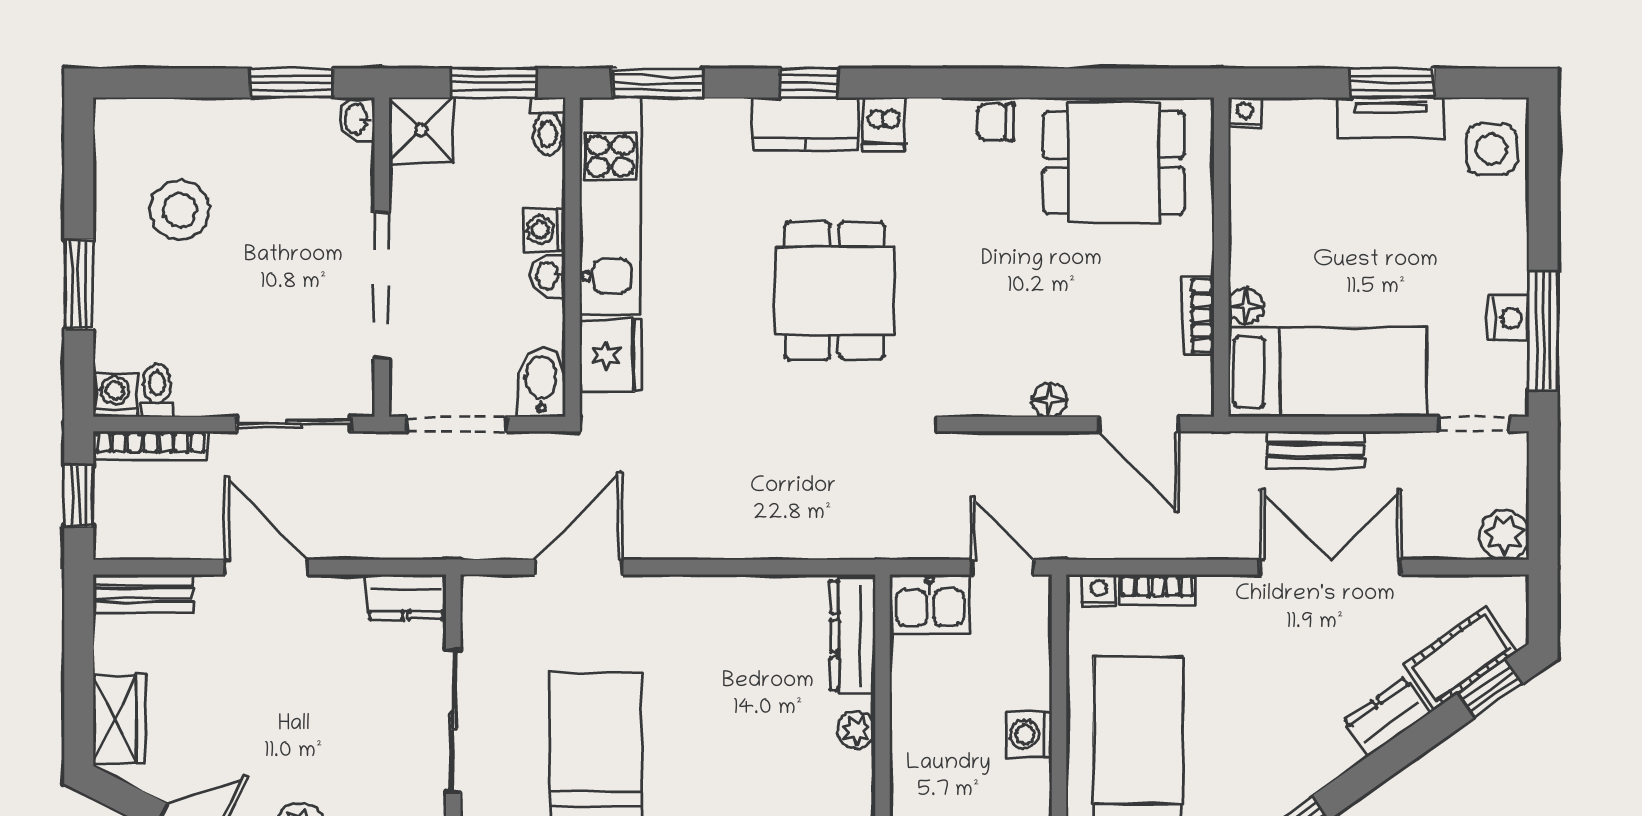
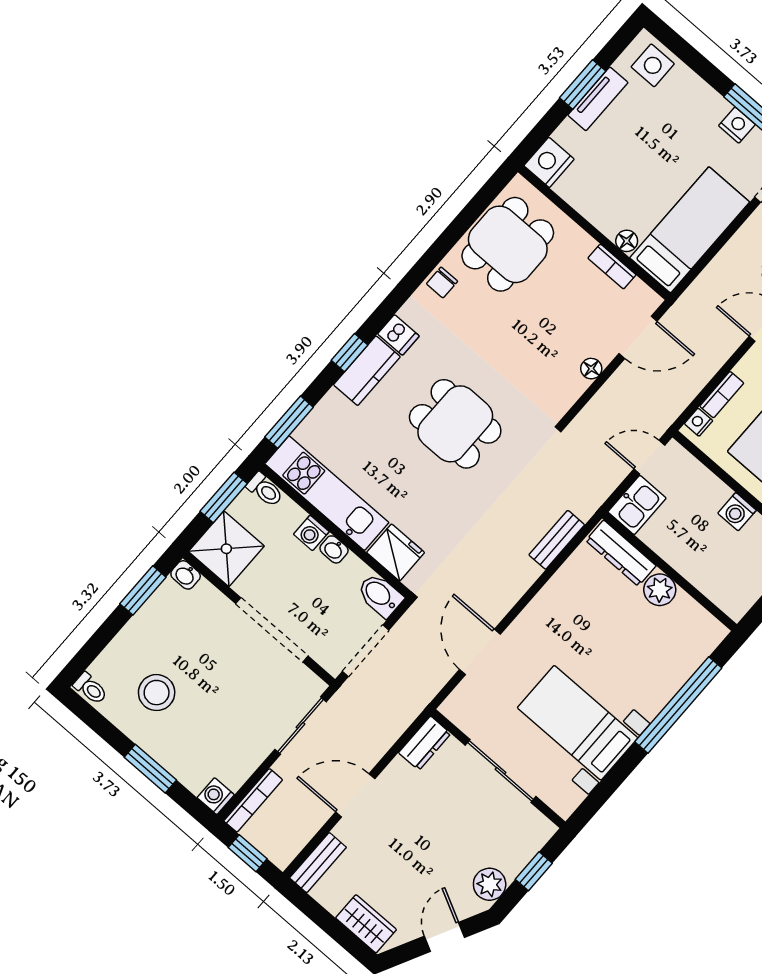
nightstand: (1245, 113) -> (549, 162), width x1.89, depth x1.79
shower: (421, 130) -> (226, 549), width x1.36, depth x1.36
toilet: (157, 390) -> (90, 688), moved, turned 180
bench: (1315, 450) -> (557, 540), moved
plant: (856, 730) -> (660, 590), width x1.38, depth x1.38

